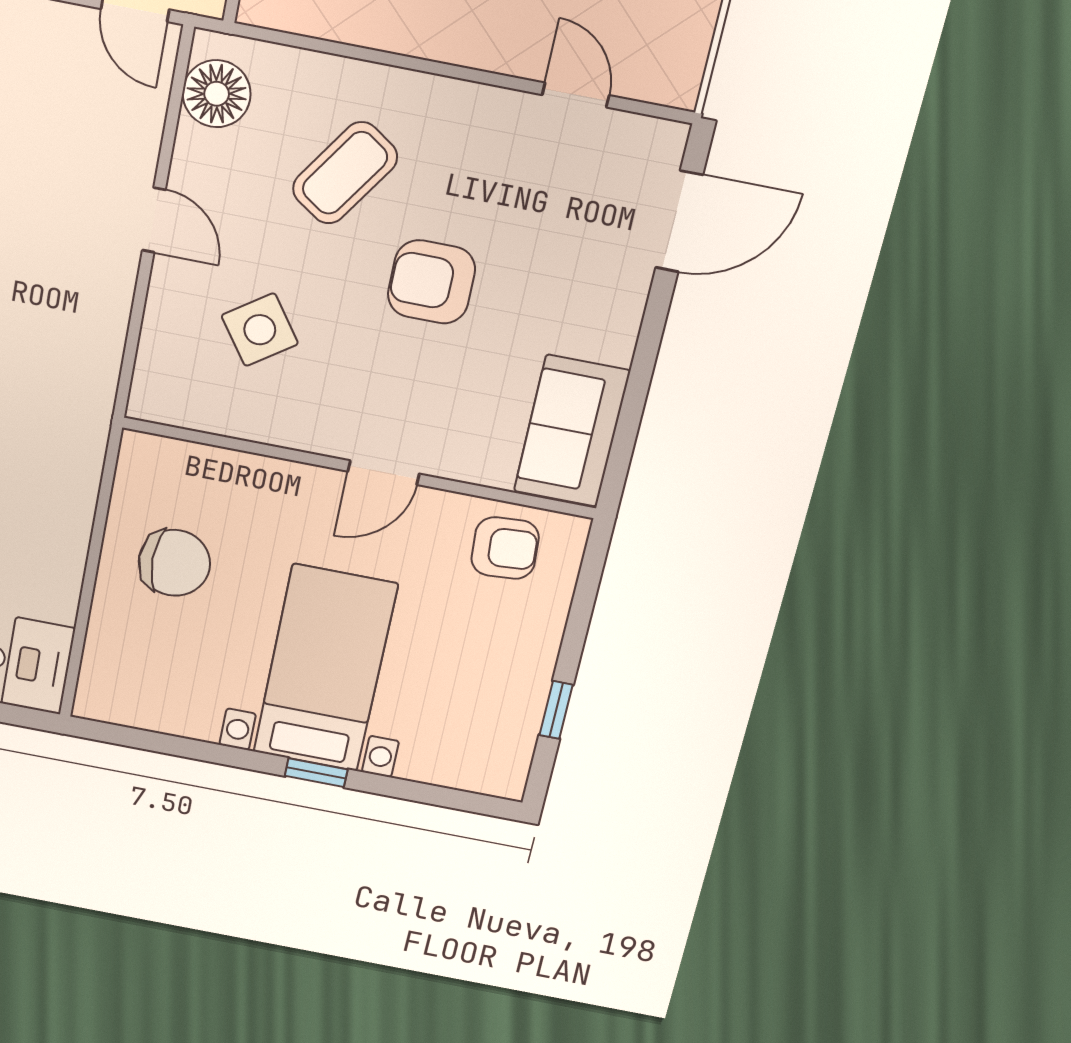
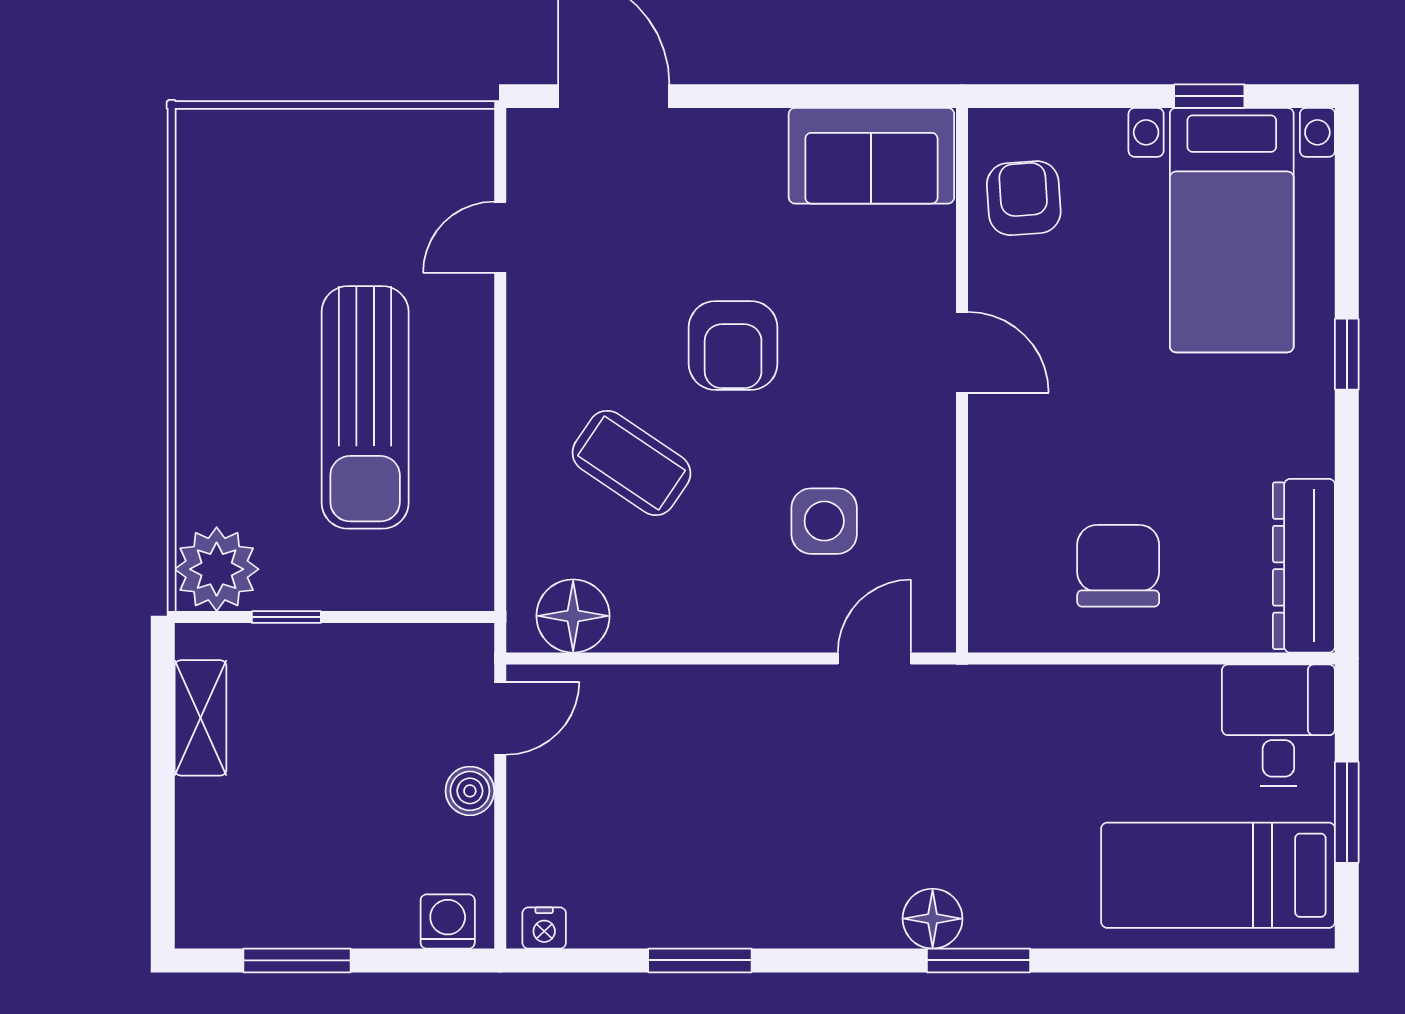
door: (154, 220) -> (874, 659), moved
side table: (260, 330) -> (824, 521), turned 35
bed with nightstands: (325, 668) -> (1232, 230), moved, turned -90
dresser: (147, 707) -> (1304, 566), added

